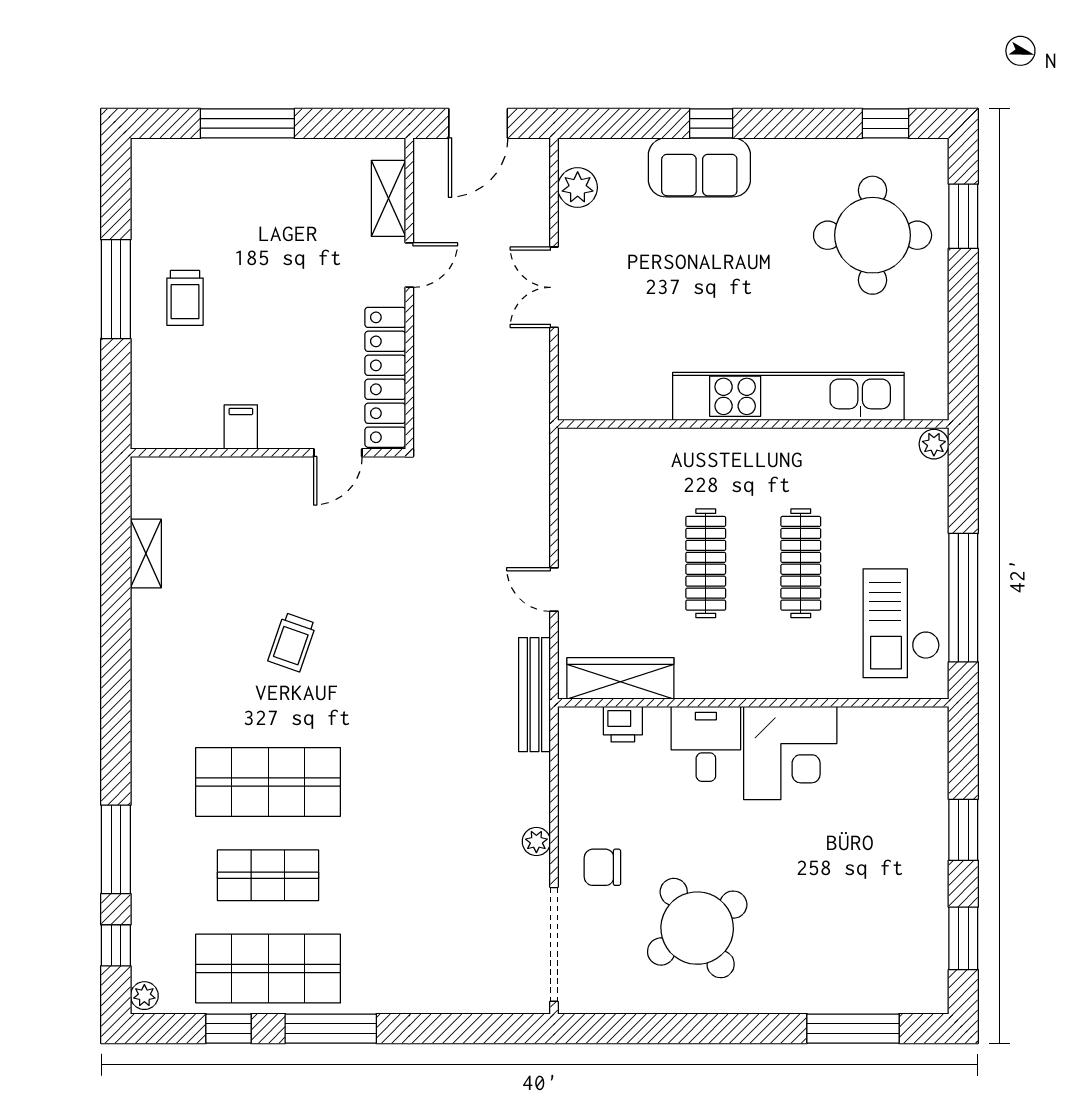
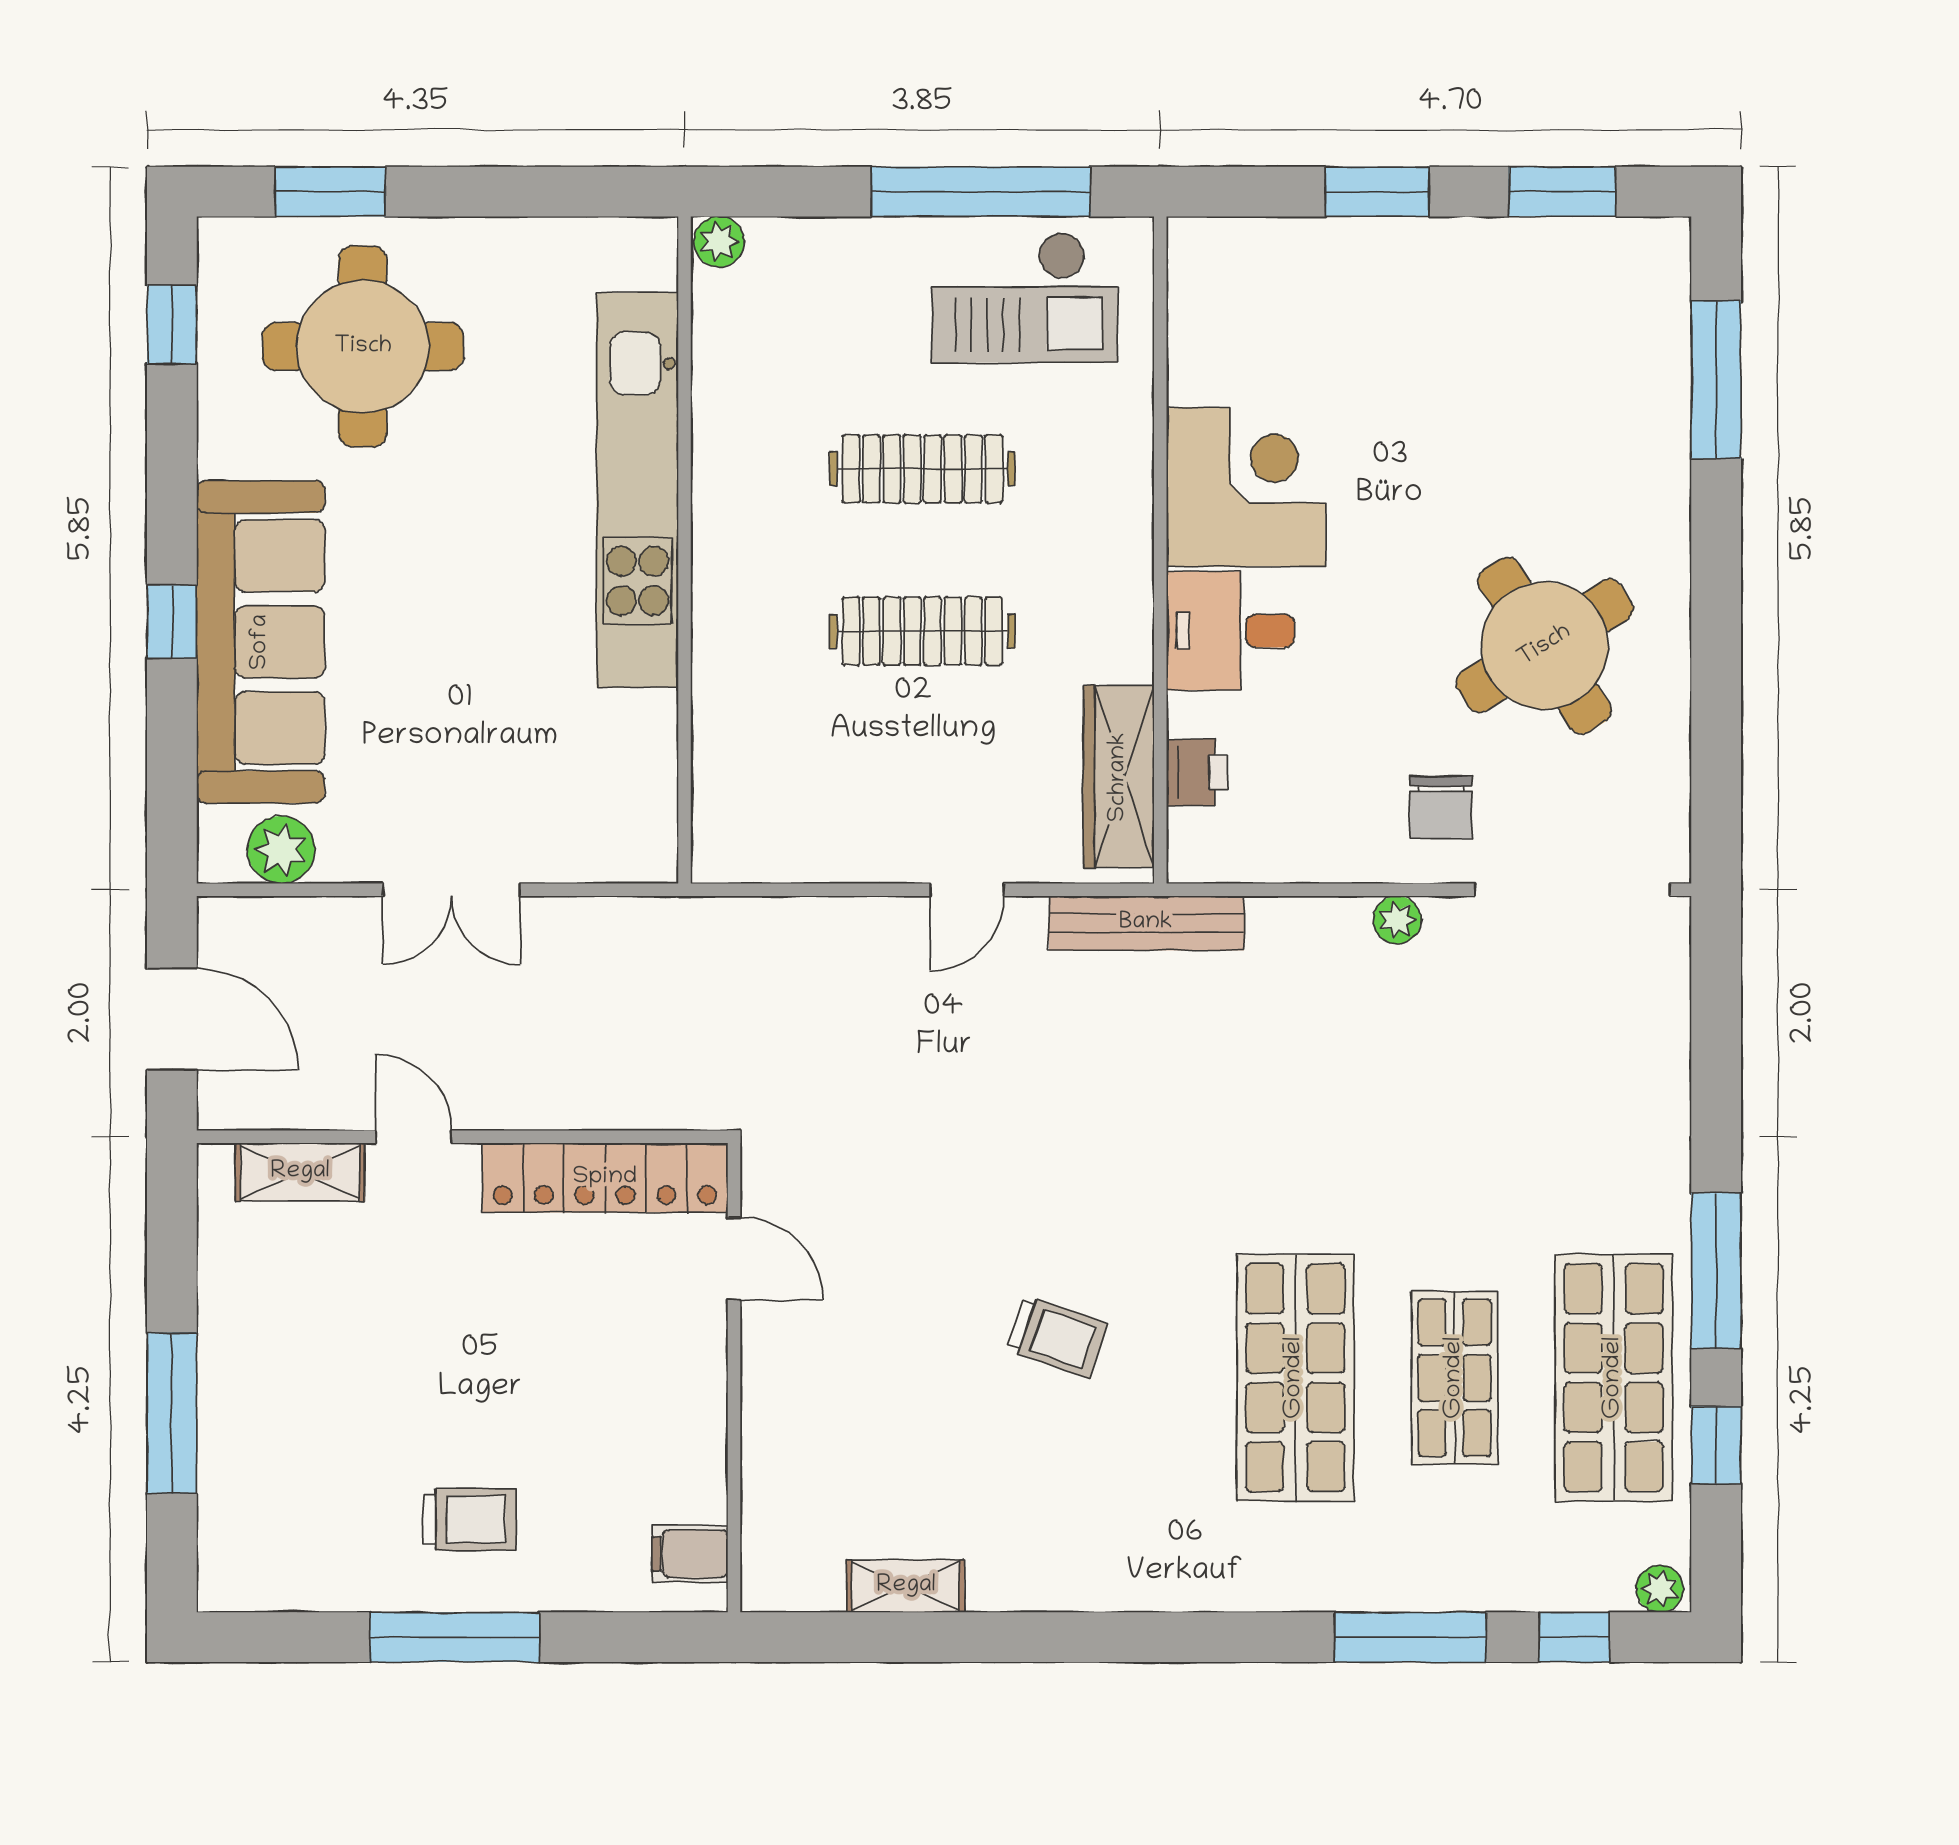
sofa: (699, 167) -> (261, 642), width x1.85, depth x1.27
filing cabinet: (241, 427) -> (690, 1554), moved

